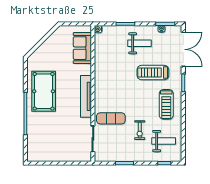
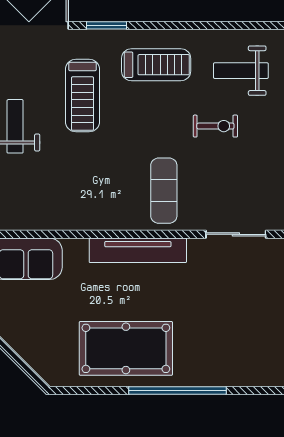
exercise mat: (111, 118) -> (164, 191), moved
weight bench: (164, 141) -> (241, 71), turned -90

